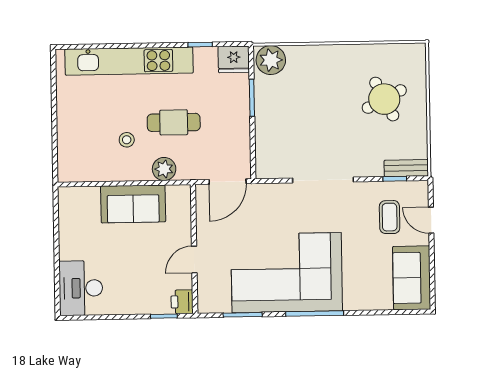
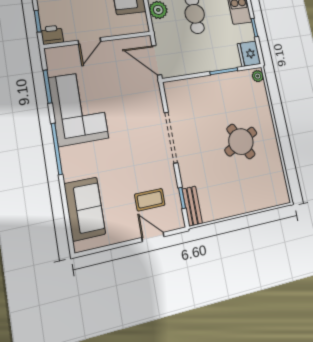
plant: (271, 60) -> (258, 76), width x0.53, depth x0.53
round table: (384, 99) -> (241, 142), moved
door: (431, 220) -> (153, 237), hinge flipped
door: (194, 260) -> (89, 41), swing flipped
corner sofa: (287, 273) -> (78, 108), width x0.73, depth x0.74
sofa: (412, 278) -> (85, 209), moved, turned 90

